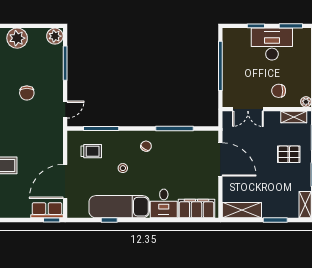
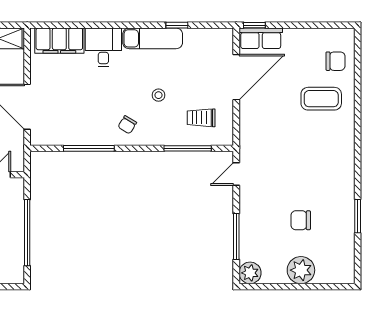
chair: (27, 93) -> (301, 220), moved, turned -90
exam couch: (119, 207) -> (153, 38), width x0.73, depth x0.69

